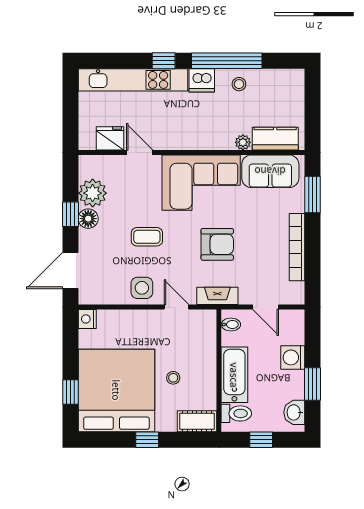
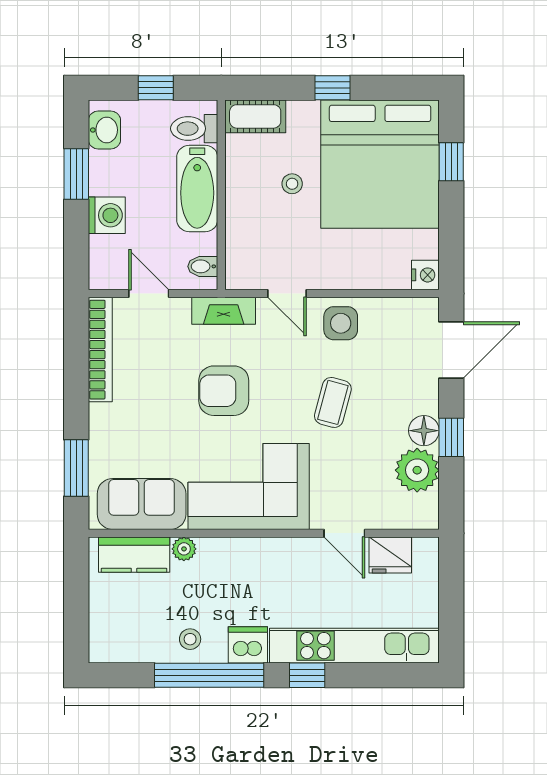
coffee table: (147, 237) -> (333, 402), turned -75
bookcase: (297, 247) -> (100, 350), moved

